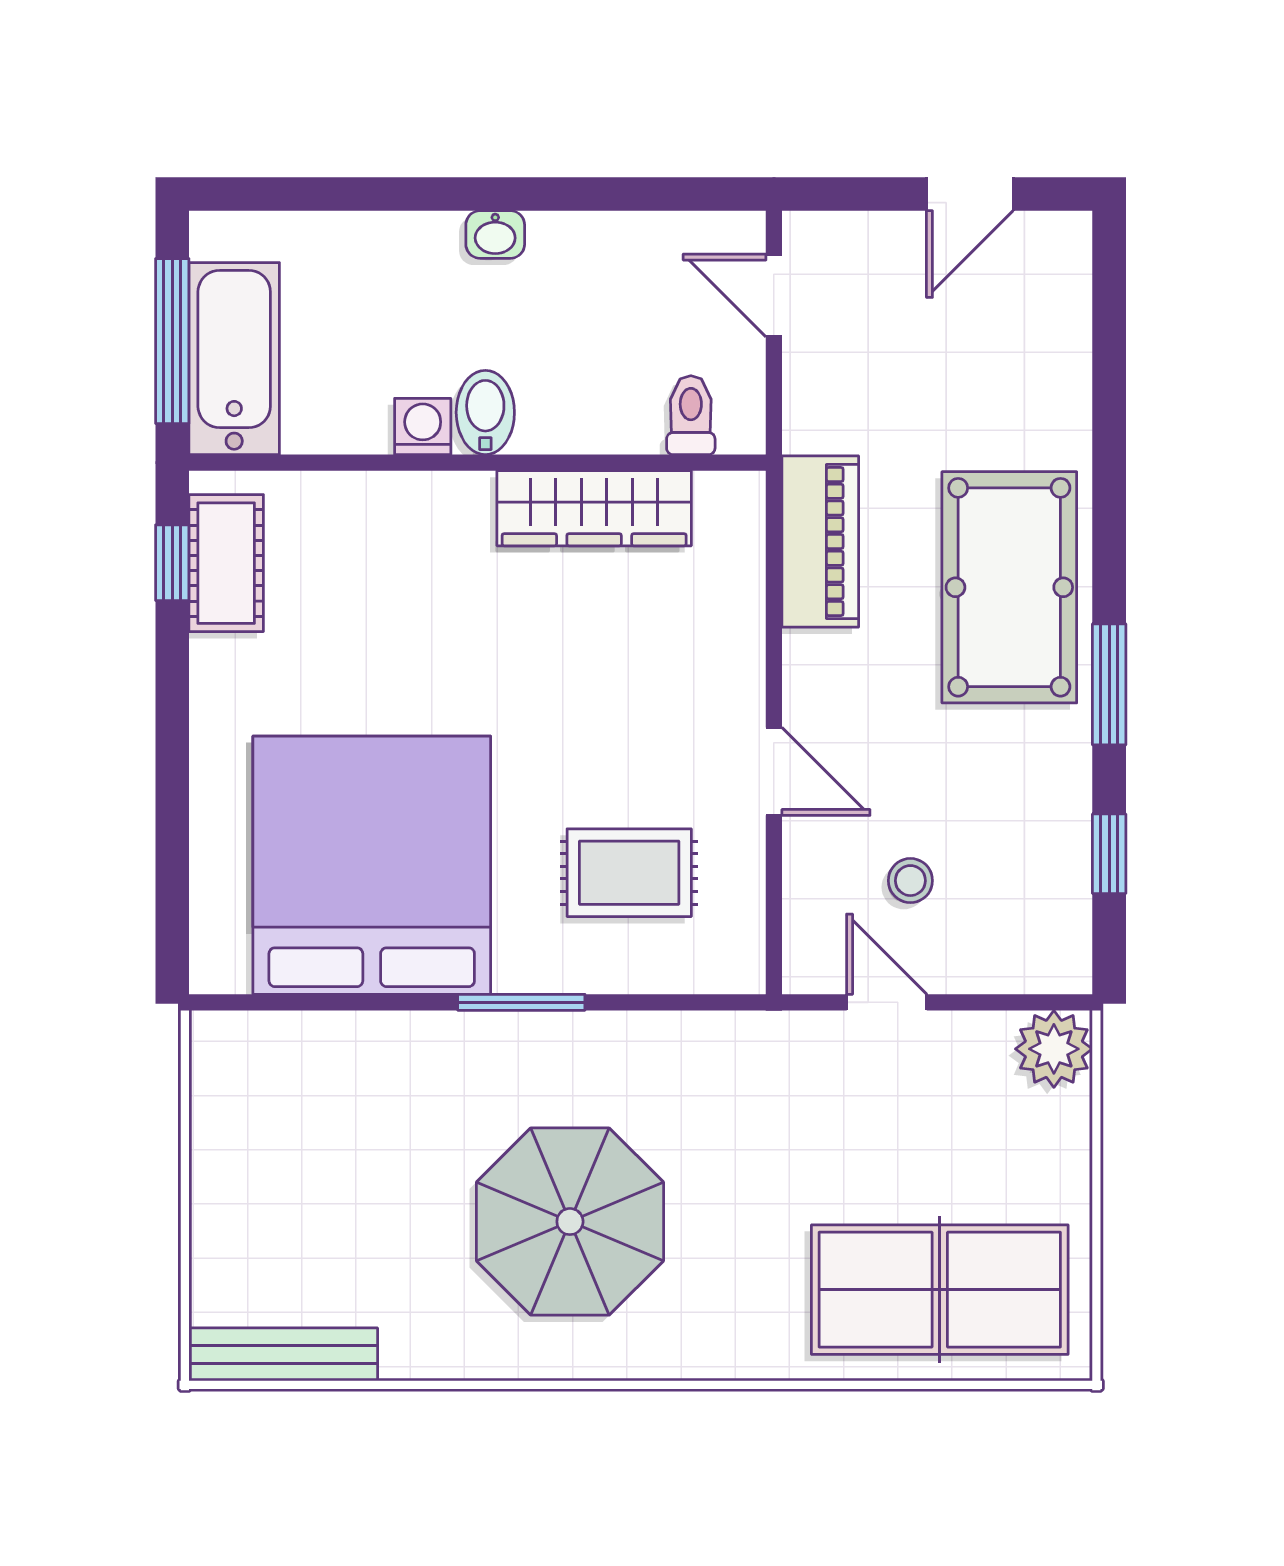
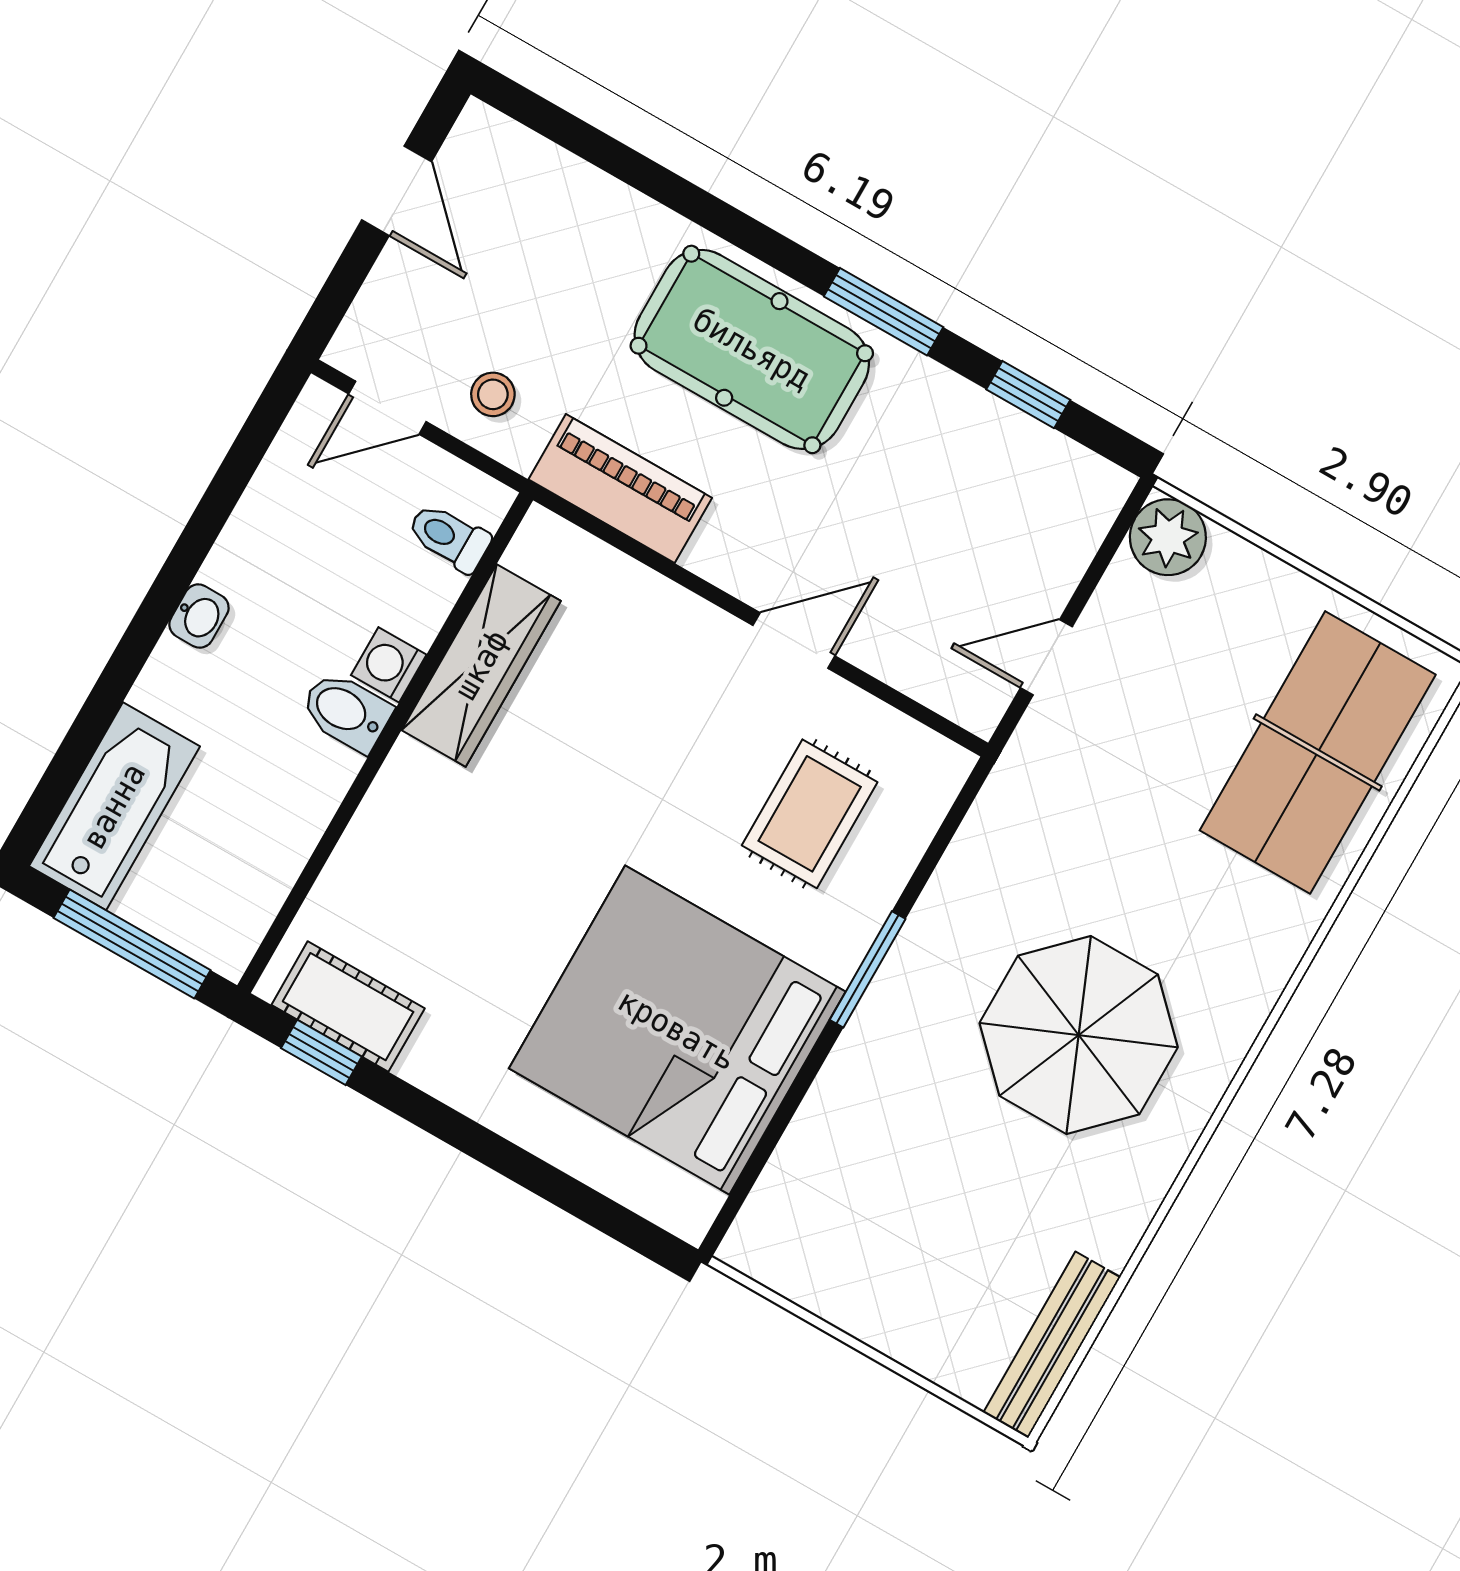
bathtub: (234, 359) -> (114, 806), moved, turned 90
washing machine: (423, 426) -> (389, 665), moved
stool: (910, 881) -> (493, 394), moved

